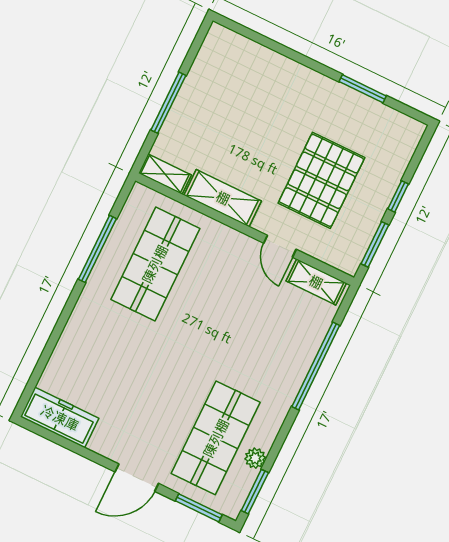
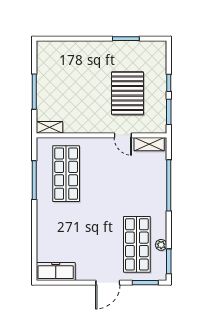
shelving: (223, 198) -> (83, 125), removed

